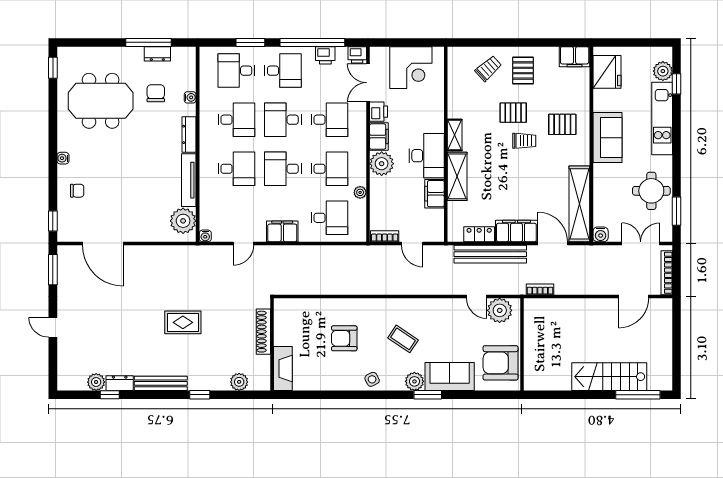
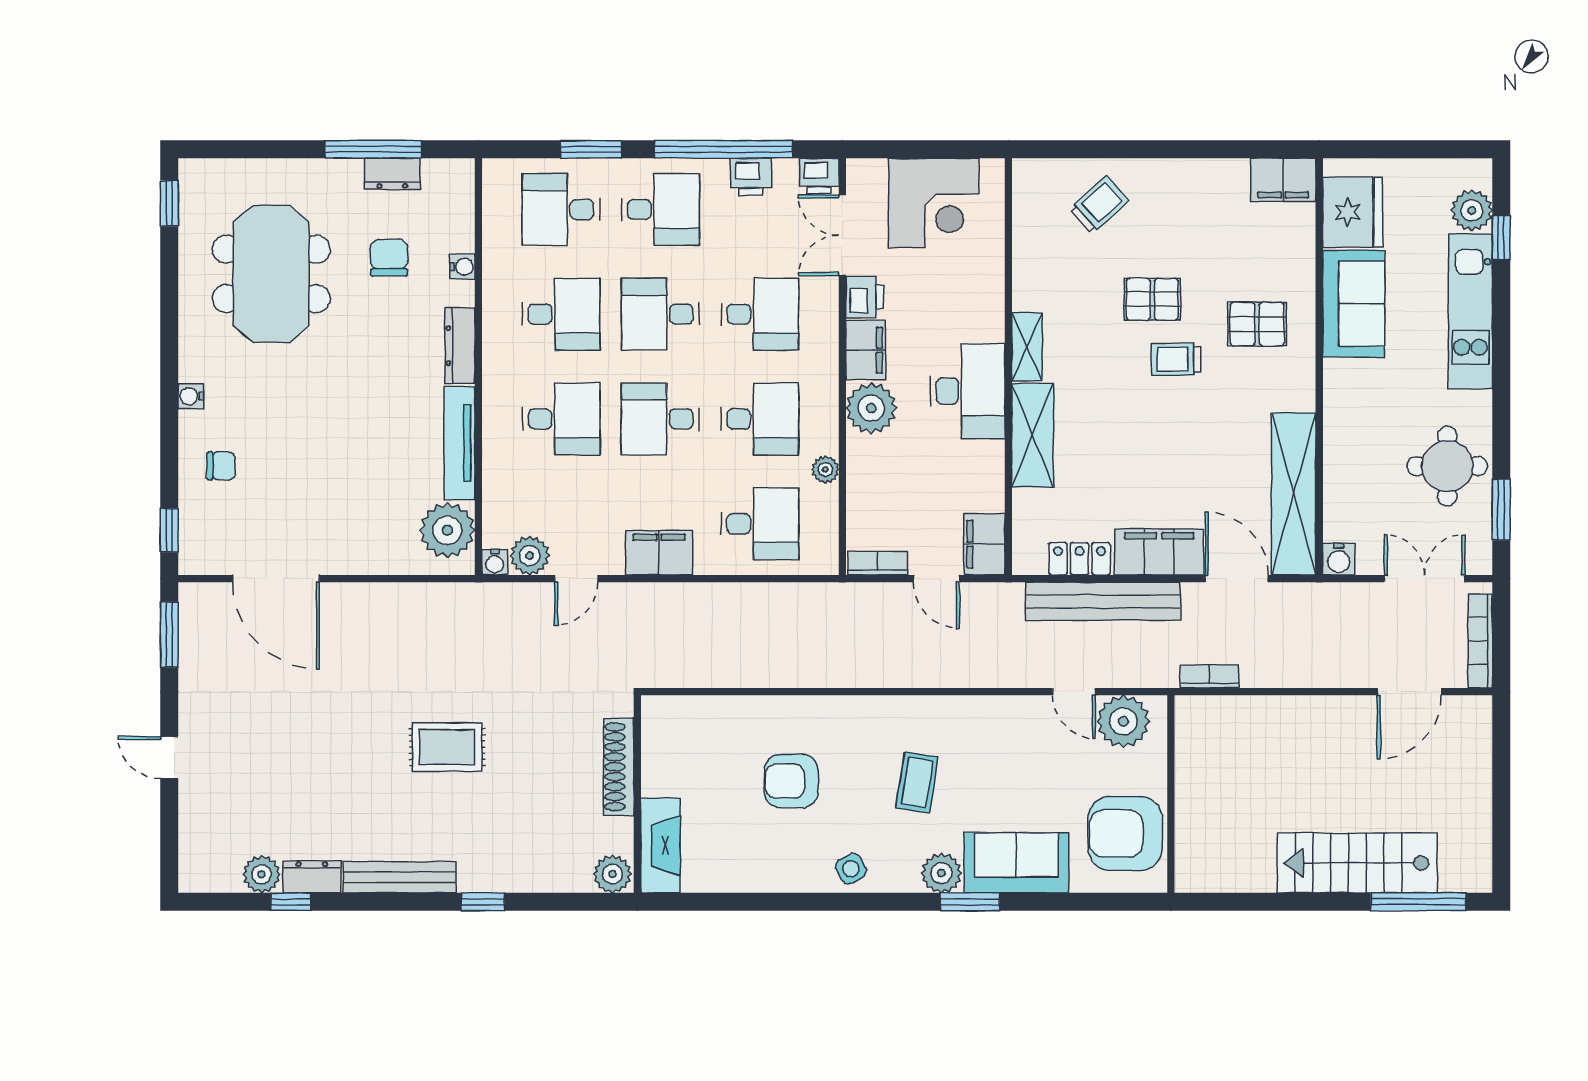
pallet: (523, 71) -> (1173, 209), removed
meeting table: (101, 101) -> (271, 274), turned 90
sofa: (608, 138) -> (1354, 304), moved
trolley: (524, 141) -> (1176, 359), turned 180
filing cabinet: (435, 194) -> (984, 544), moved
plant: (222, 233) -> (530, 556), added
coffee table: (403, 339) -> (917, 782), turned 65
plant: (239, 382) -> (612, 874), moved

